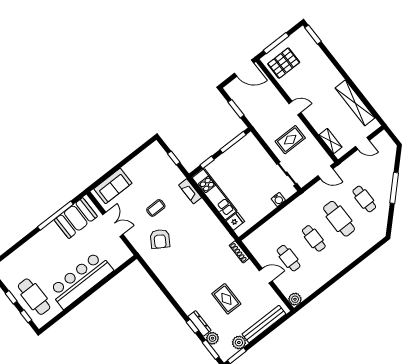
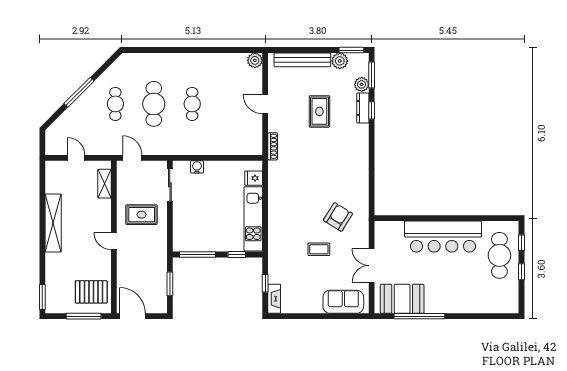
shelving: (355, 103) -> (53, 223), moved
fireplace: (190, 191) -> (274, 299), moved
cafe table: (289, 258) -> (231, 104), removed

